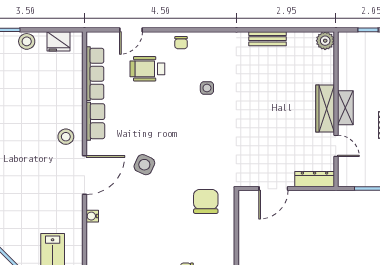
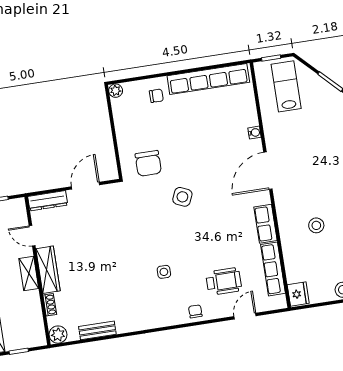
bench: (267, 39) -> (97, 330), moved
fridge: (59, 41) -> (298, 294), moved, turned 90
shoe rack: (329, 72) -> (50, 305), added
stool: (66, 137) -> (316, 225), moved
side table: (144, 165) -> (182, 197), moved

